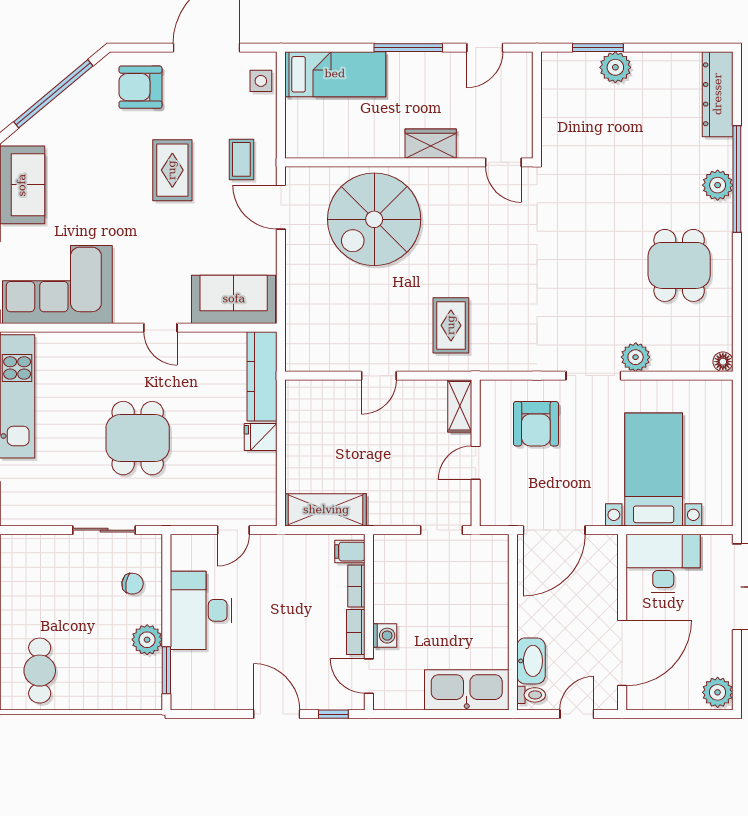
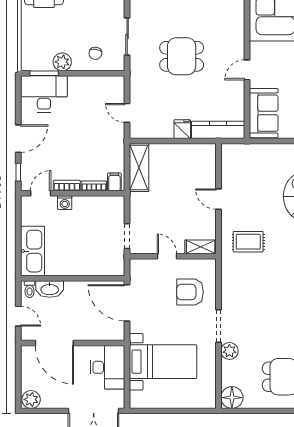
floor lamp: (723, 362) -> (232, 398), width x1.89, depth x1.89
desk: (201, 610) -> (44, 94), moved

